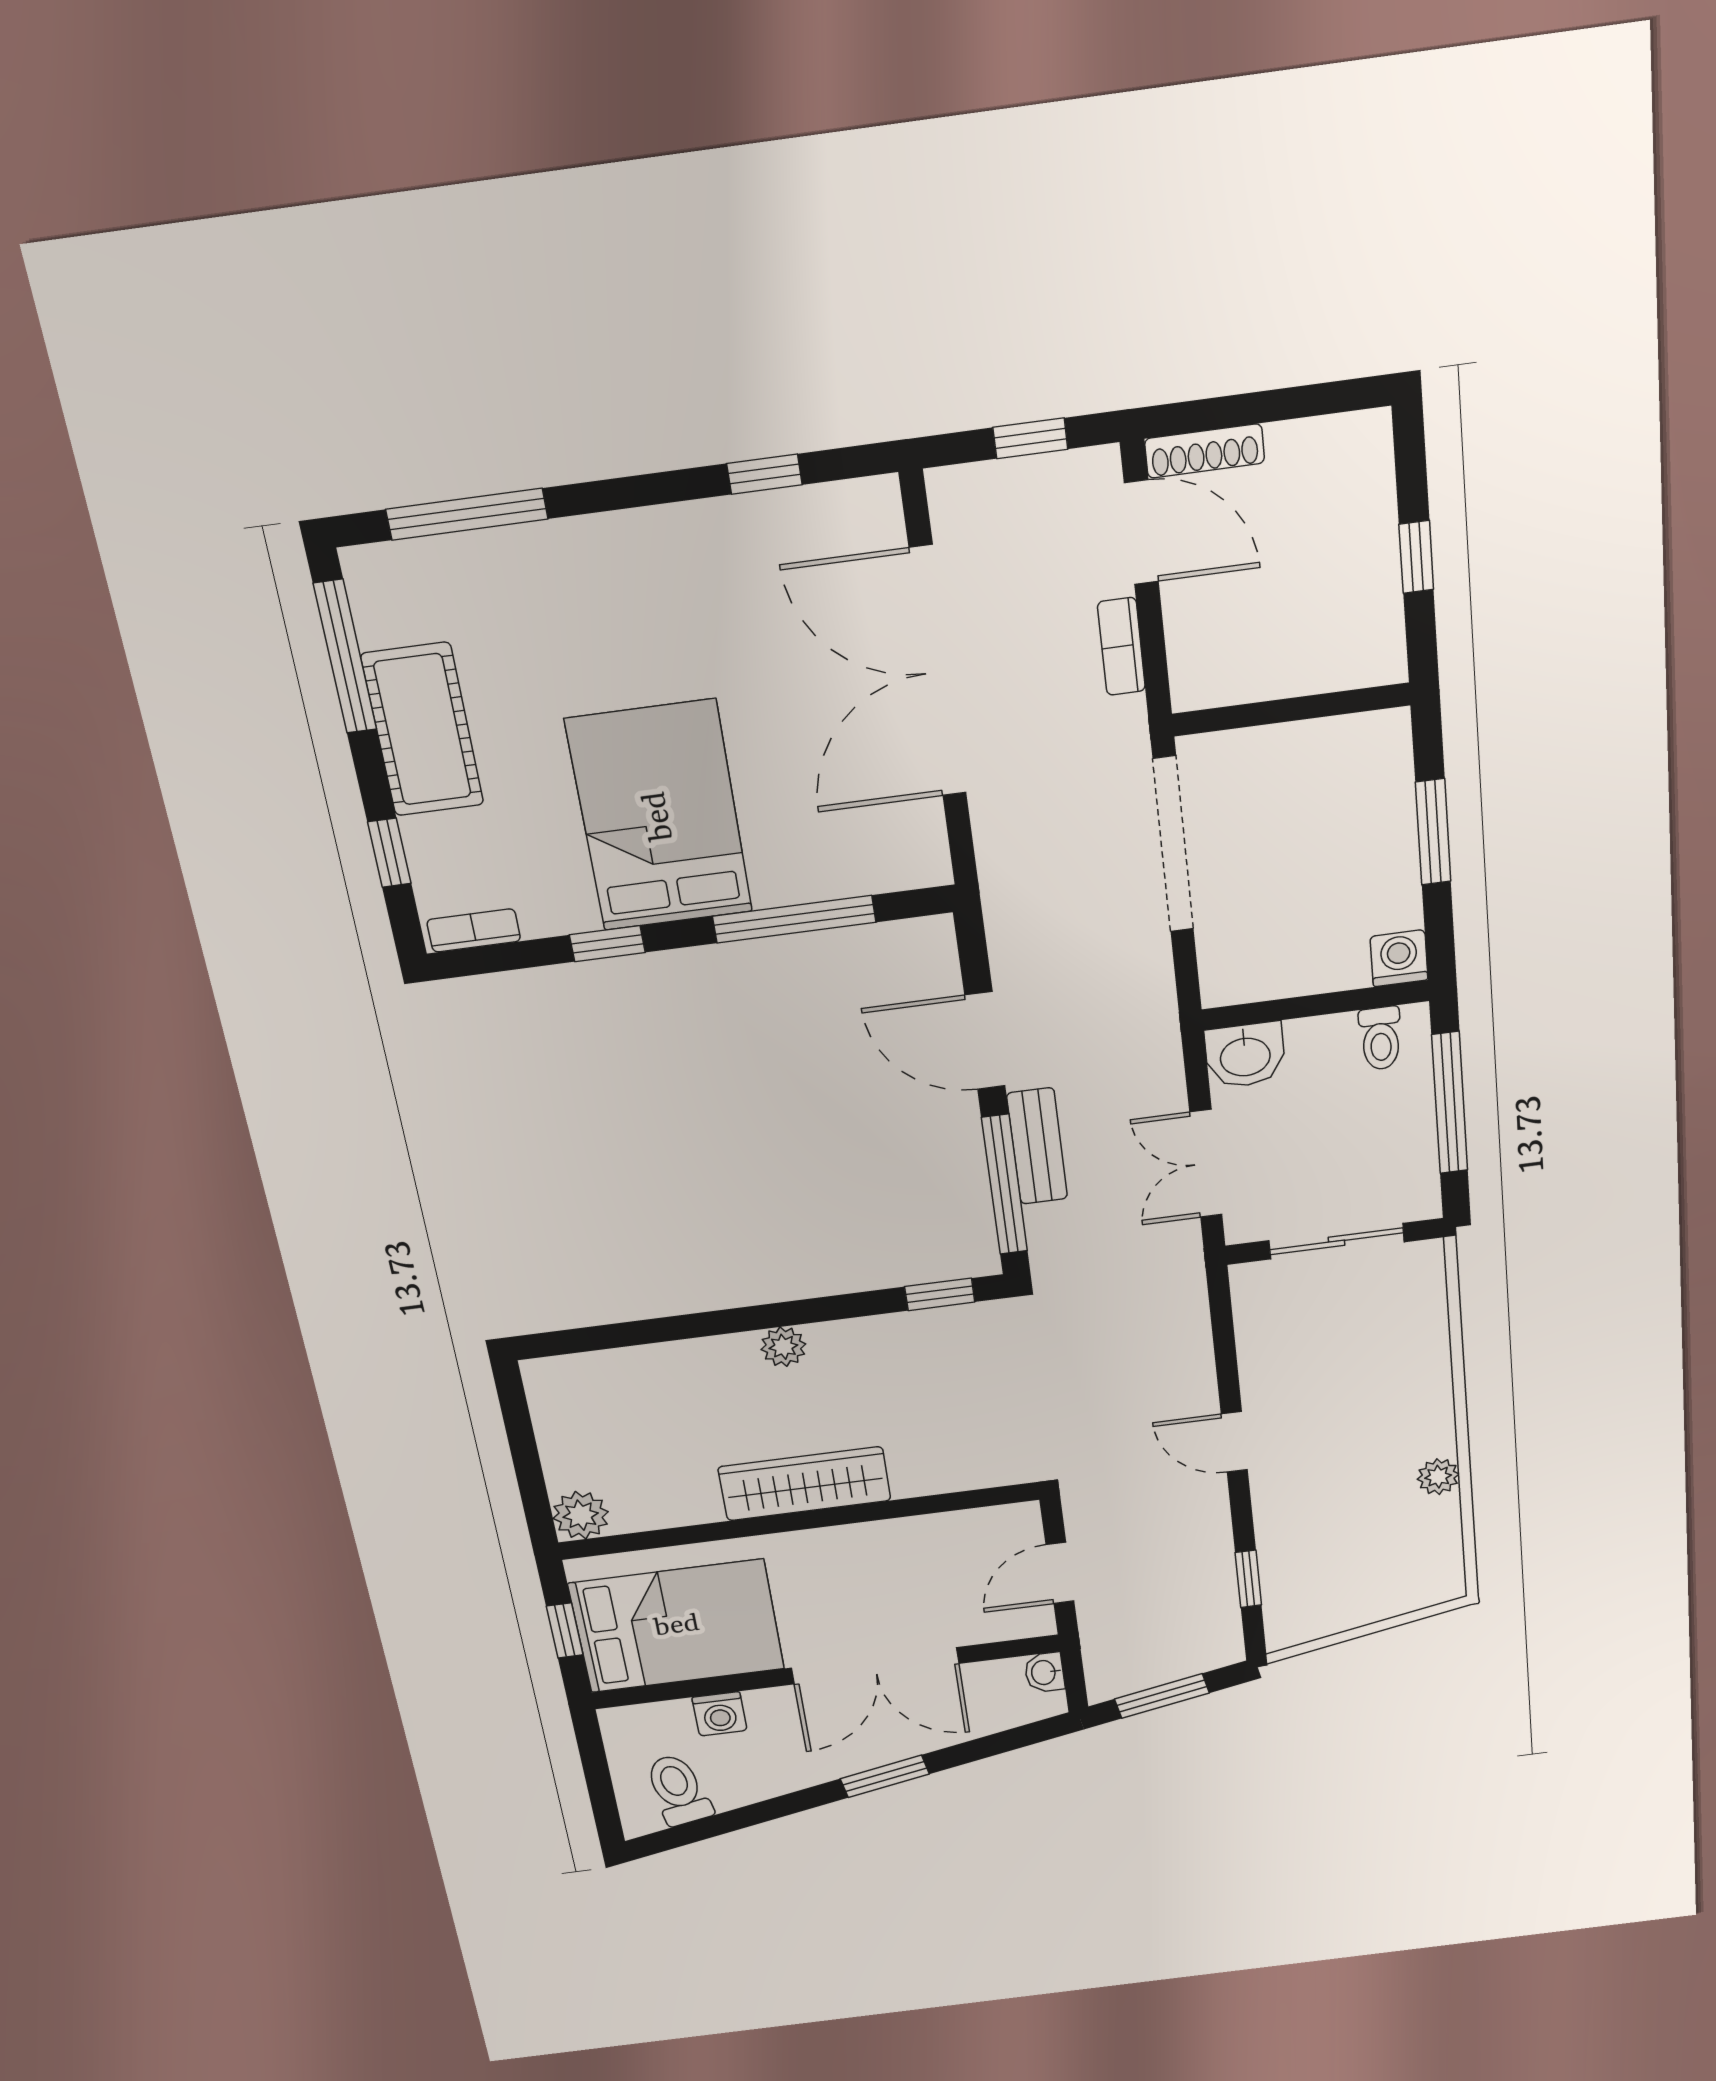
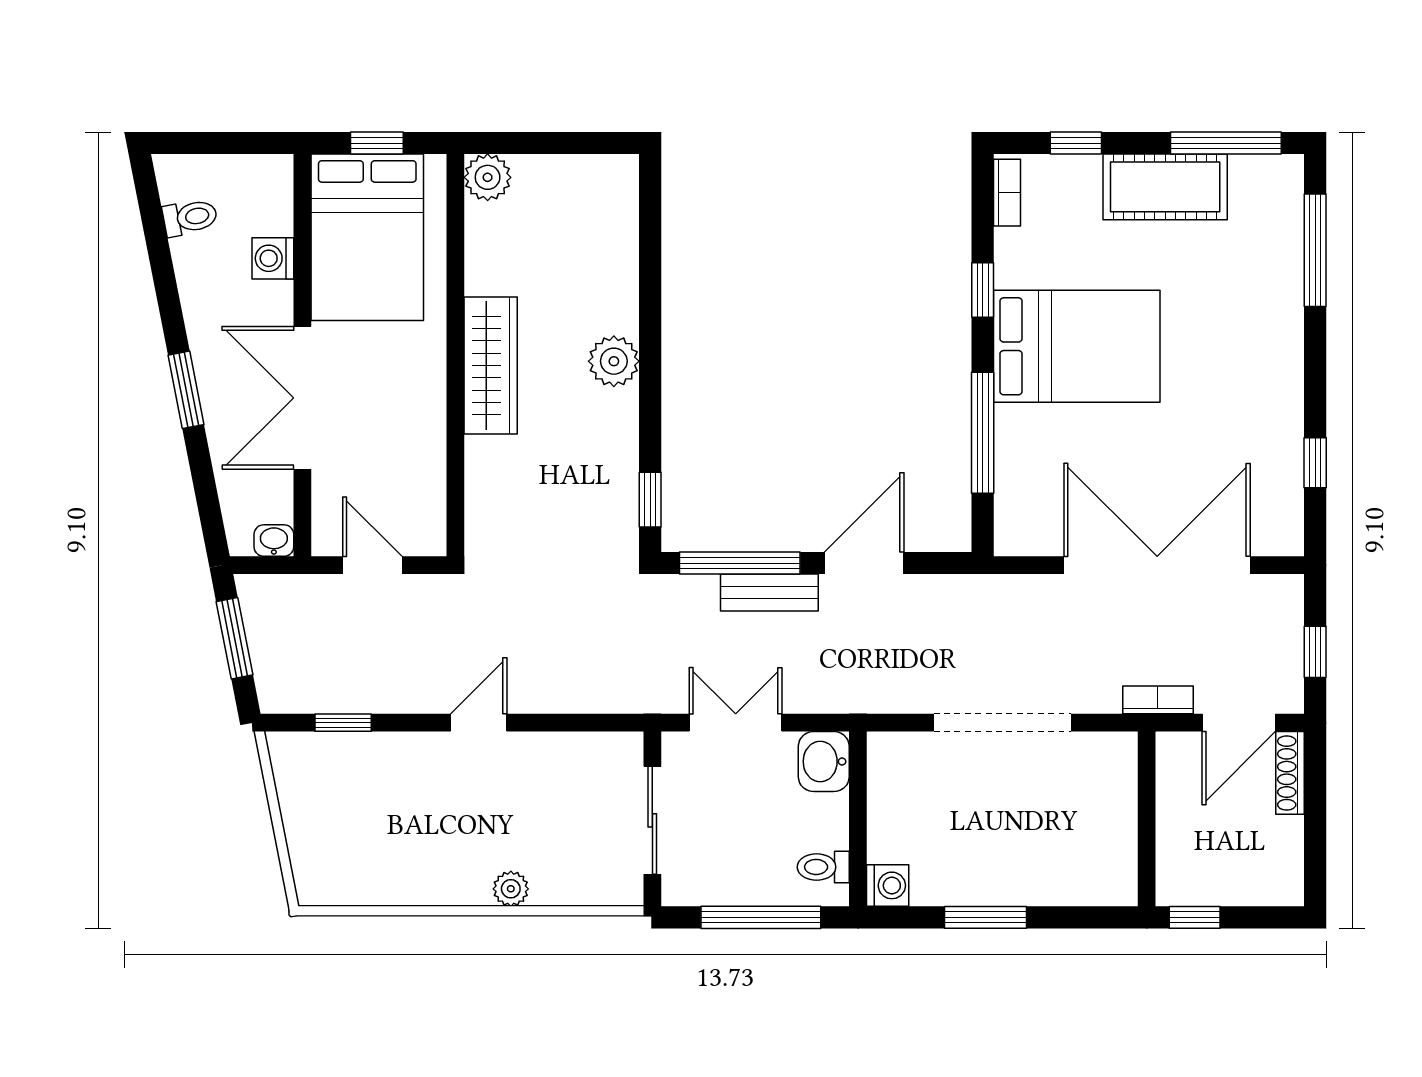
wall: (1291, 710) -> (1147, 819), moved
plant: (783, 1347) -> (614, 361), width x1.38, depth x1.38
plant: (1438, 1477) -> (511, 889), moved
toilet: (678, 1790) -> (190, 217), width x0.73, depth x0.72

